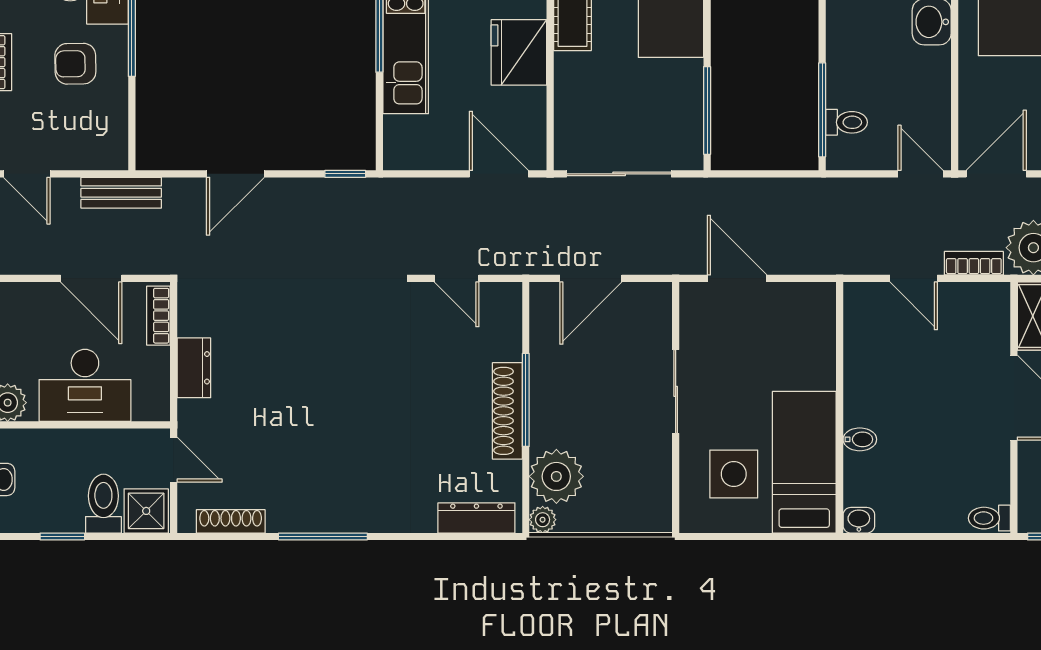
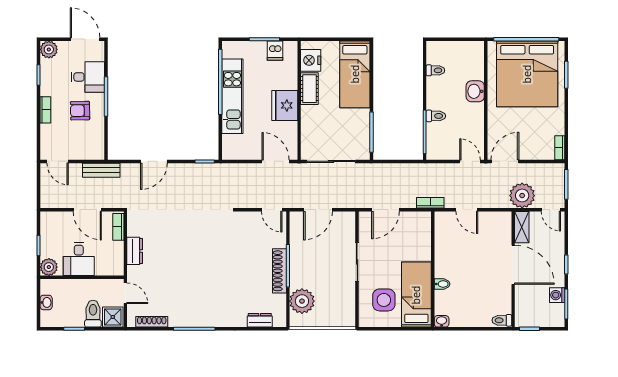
toilet: (846, 122) -> (436, 116), moved
bookcase: (974, 263) -> (430, 203), moved
door: (457, 278) -> (272, 210), moved
door: (737, 278) -> (385, 210), swing flipped
desk: (85, 385) -> (79, 259), width x0.73
dresser: (476, 518) -> (260, 320), width x0.70
plant: (543, 520) -> (296, 321), removed

